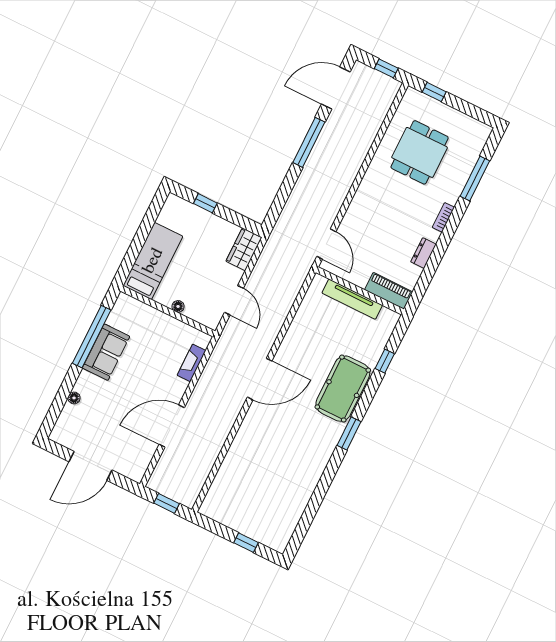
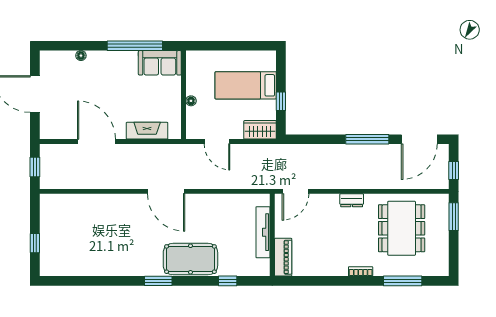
door: (336, 88) -> (419, 139), swing flipped
window: (434, 92) -> (454, 217), width x1.50
dining table: (420, 152) -> (402, 228), width x1.38
window: (205, 203) -> (281, 101), moved
dresser: (423, 253) -> (352, 200), moved, turned 180
bed: (153, 261) -> (246, 85), moved, turned 180
door: (234, 300) -> (217, 142), hinge flipped
sofa: (106, 352) -> (160, 63), moved
fireplace: (191, 363) -> (147, 131), width x1.37, depth x1.32

